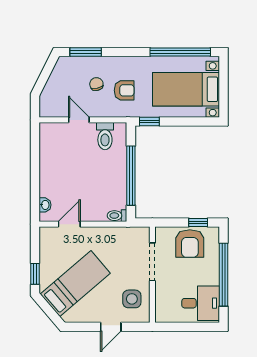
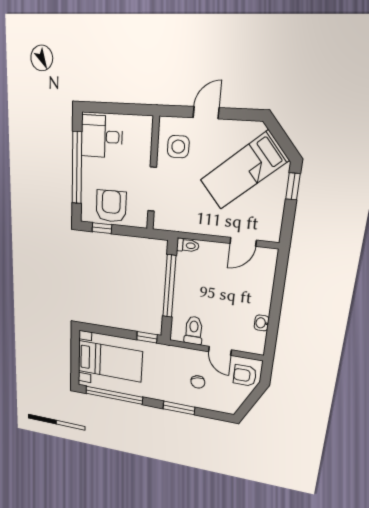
window: (86, 52) -> (179, 408), moved
armchair: (124, 90) -> (245, 375), moved
washbasin: (45, 205) -> (262, 323), moved

